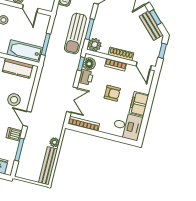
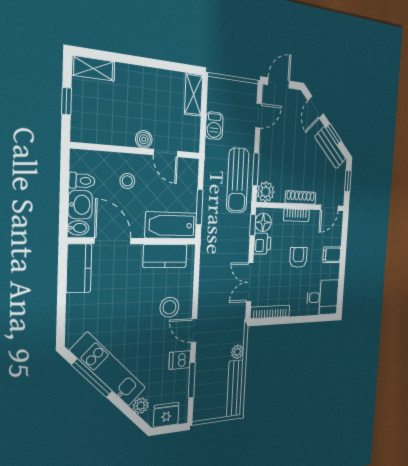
door: (144, 66) -> (329, 208), hinge flipped
armchair: (112, 93) -> (298, 257), turned -90
double door: (72, 100) -> (250, 282), swing flipped
filing cabinet: (139, 104) -> (332, 255), width x0.50

